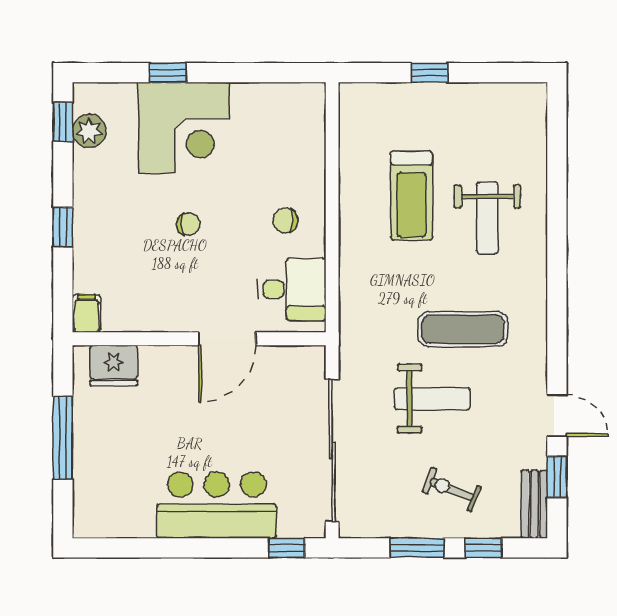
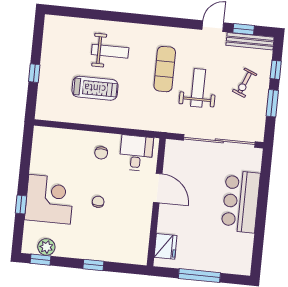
filing cabinet: (87, 314) -> (138, 257), removed
bench: (534, 504) -> (250, 41), width x1.36
window: (287, 548) -> (266, 168), removed

